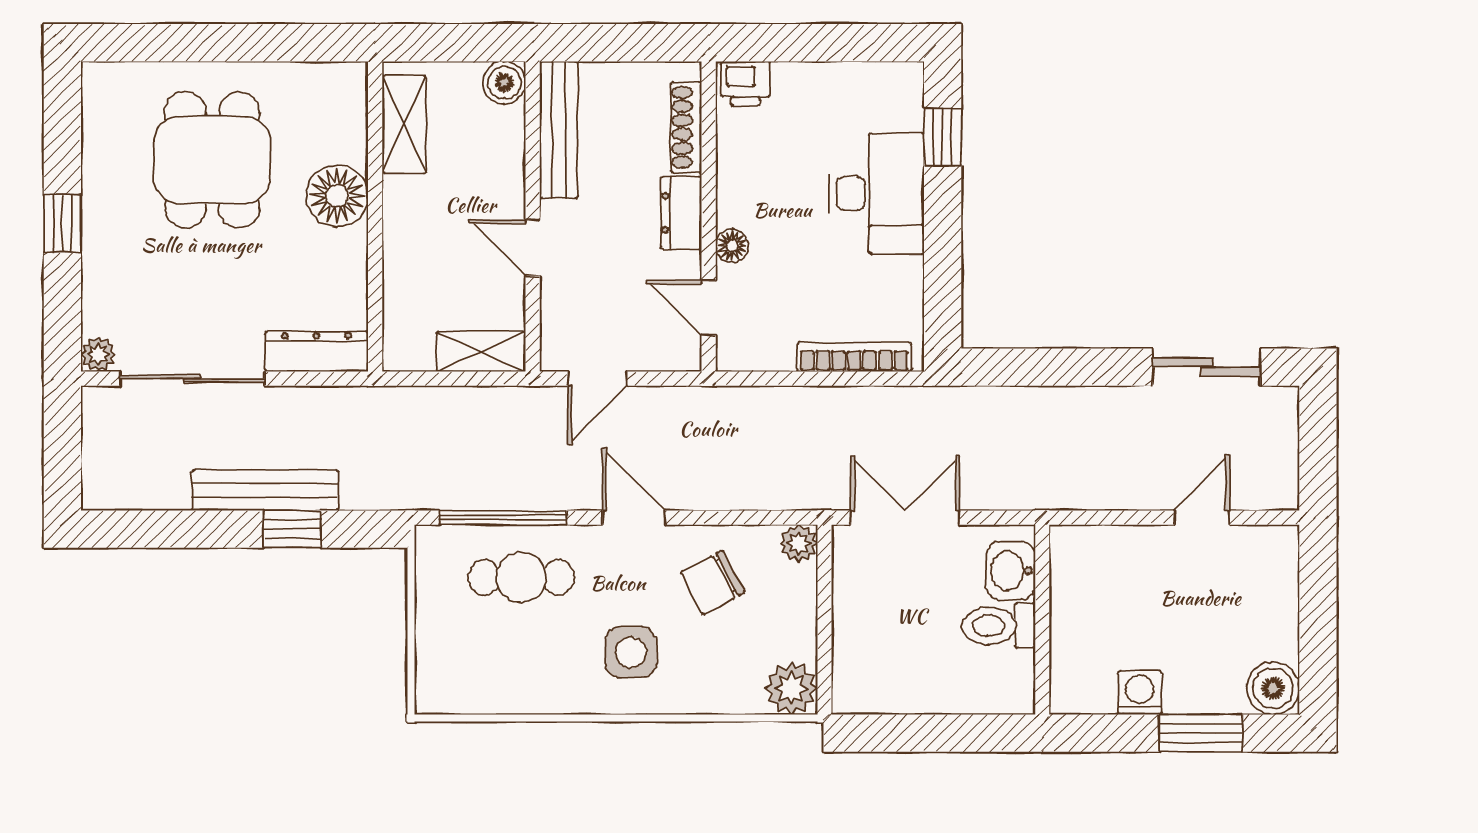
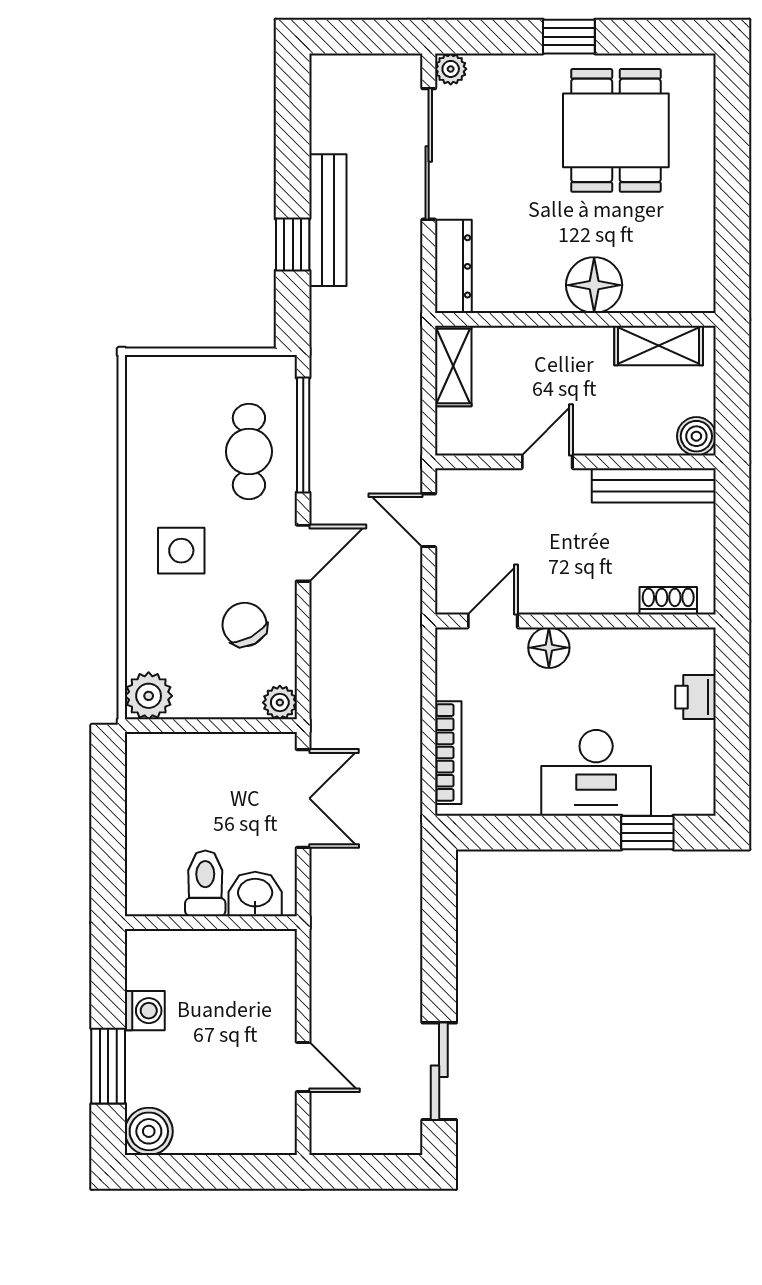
printer: (745, 84) -> (696, 697), moved
shoe rack: (686, 127) -> (668, 601), width x0.70
dining table: (212, 160) -> (616, 130), moved, turned 90
dresser: (681, 213) -> (579, 596), removed
floor lamp: (732, 246) -> (549, 648), width x1.37, depth x1.37
shelving: (481, 352) -> (453, 366), moved

